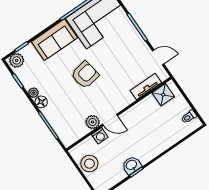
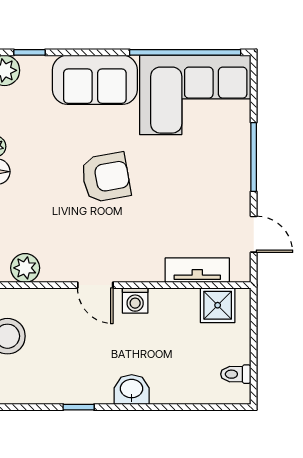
plant: (93, 122) -> (25, 268), moved
washing machine: (100, 136) -> (135, 301), moved
washbasin: (132, 165) -> (132, 389), moved

